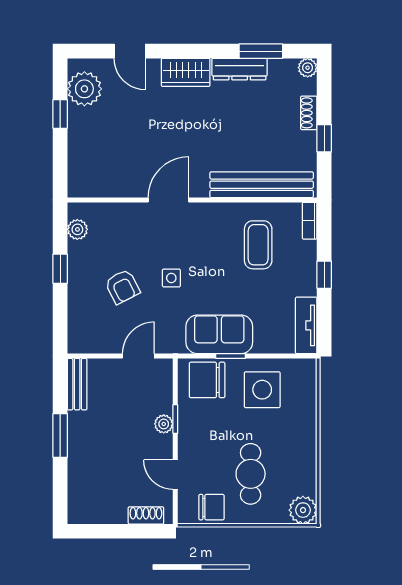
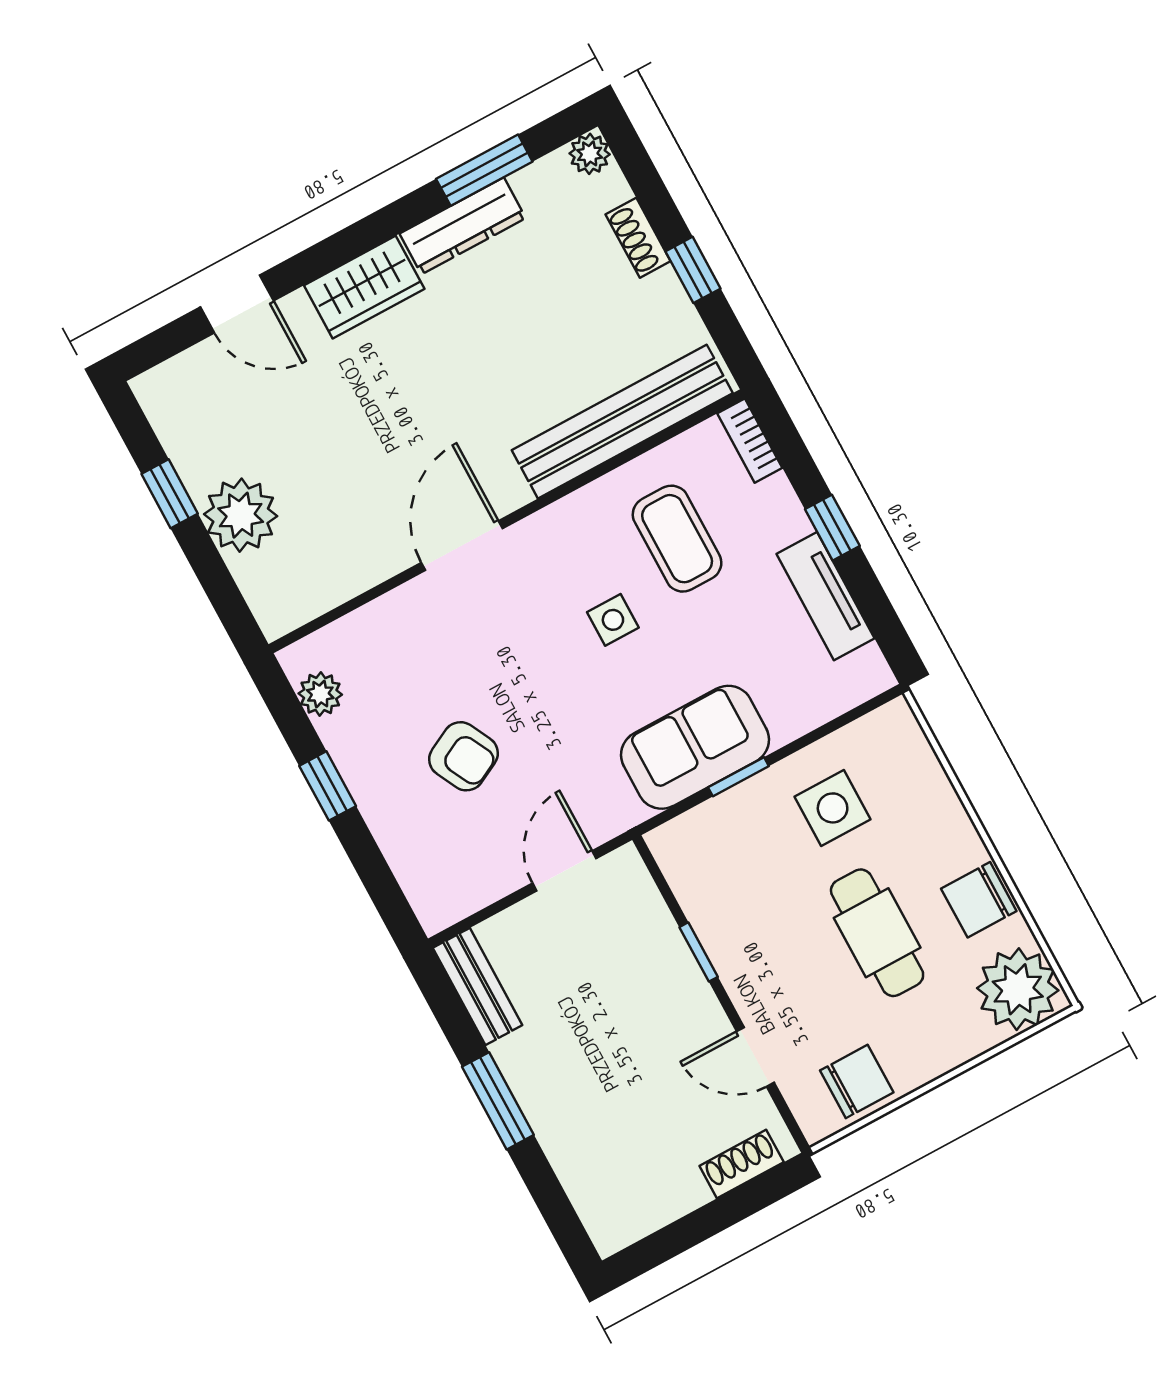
plant: (84, 89) -> (241, 515), moved
side table: (171, 278) -> (613, 620), moved
tv unit: (306, 325) -> (826, 596), moved
chair: (207, 380) -> (979, 900), moved, width x0.73, depth x0.73
side table: (262, 390) -> (833, 808), width x0.73, depth x0.73
plant: (164, 424) -> (682, 973), removed
cafe table: (251, 474) -> (877, 933), moved
plant: (303, 510) -> (1018, 989), width x1.36, depth x1.36

